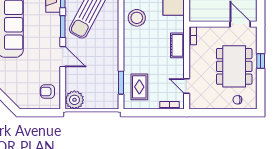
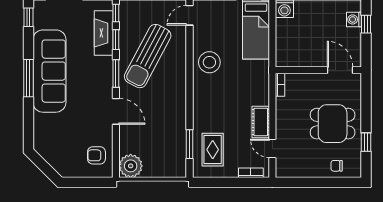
cot: (177, 45) -> (261, 122), moved
window: (261, 61) -> (366, 142), moved
dining table: (234, 66) -> (333, 124), width x0.73

